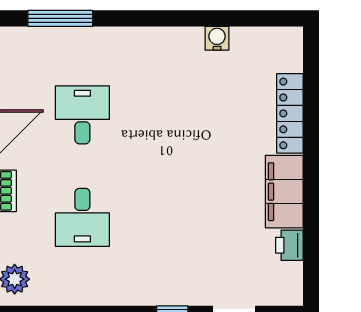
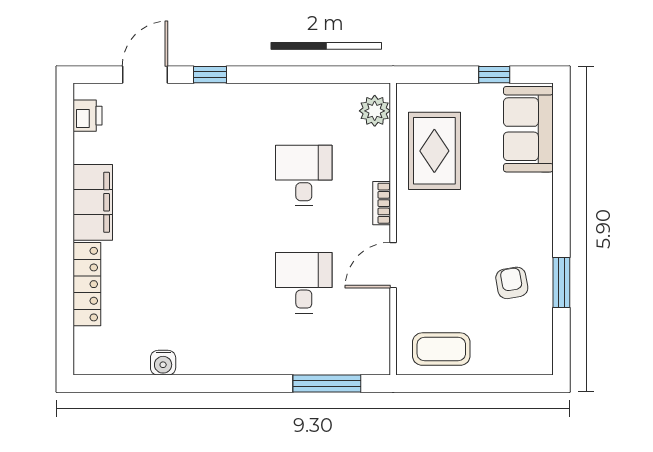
desk: (82, 115) -> (304, 283), turned 180
printer: (289, 245) -> (87, 116), moved

